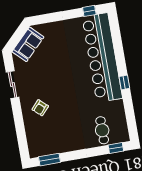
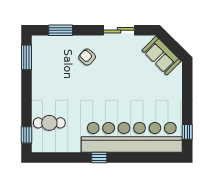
window: (21, 134) -> (61, 30), added

